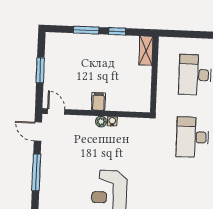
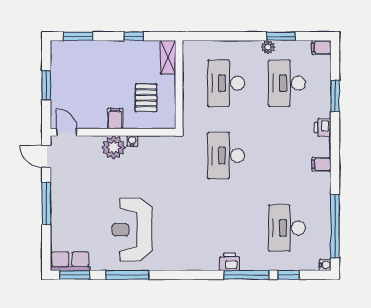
window: (86, 30) -> (78, 36), moved
pallet: (126, 85) -> (146, 98), added
plant: (101, 122) -> (114, 147), width x1.88, depth x1.88

